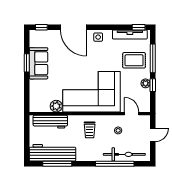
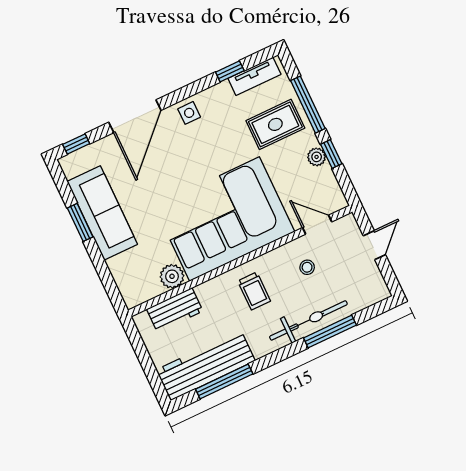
door: (73, 27) -> (135, 116), hinge flipped
window: (139, 27) -> (230, 71), moved
tv unit: (130, 35) -> (254, 76), width x0.71
sofa: (38, 63) -> (102, 213), width x1.36
workbench: (50, 122) -> (175, 310), width x0.73
bicycle: (124, 154) -> (308, 320), moved
window: (115, 164) -> (330, 332), width x0.68

